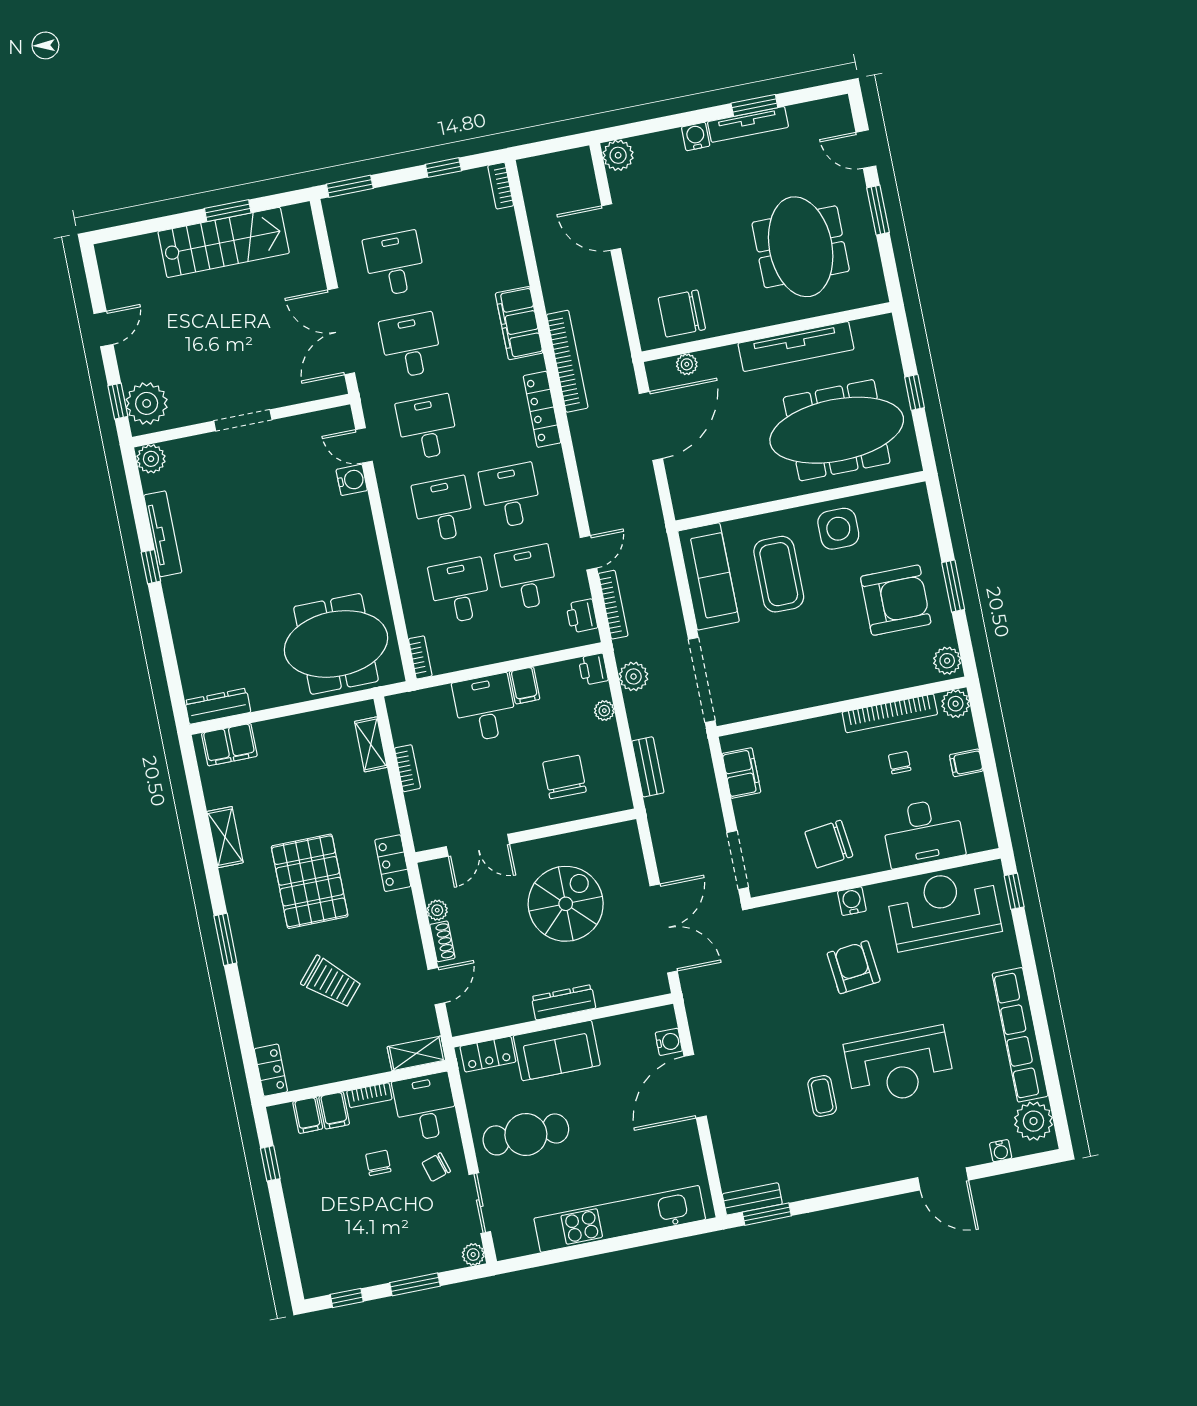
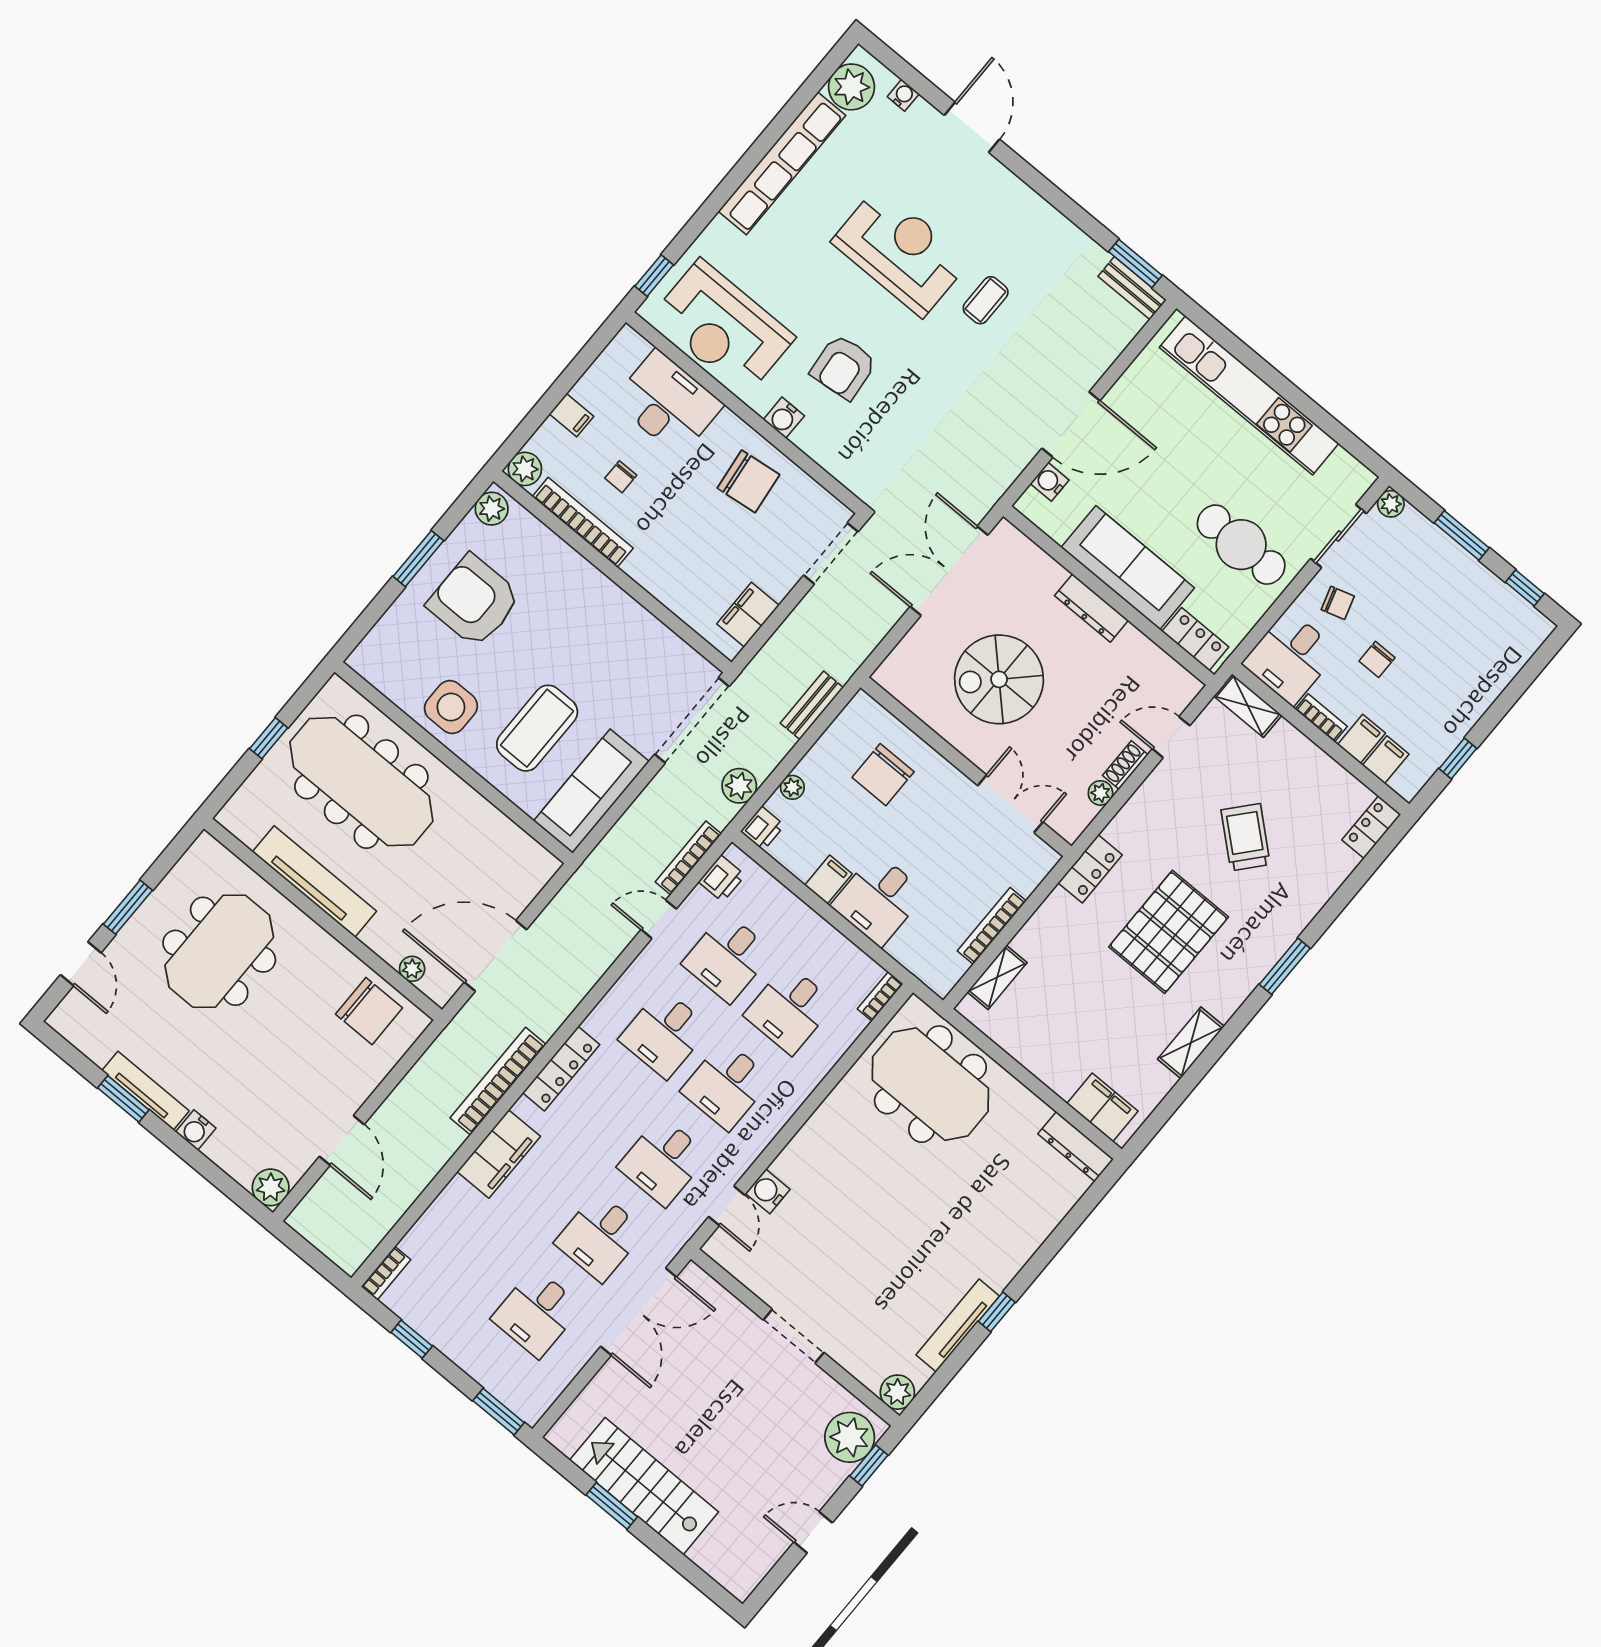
bookcase: (407, 768) -> (992, 926), width x1.56
sofa: (557, 1050) -> (1128, 568), width x1.36

